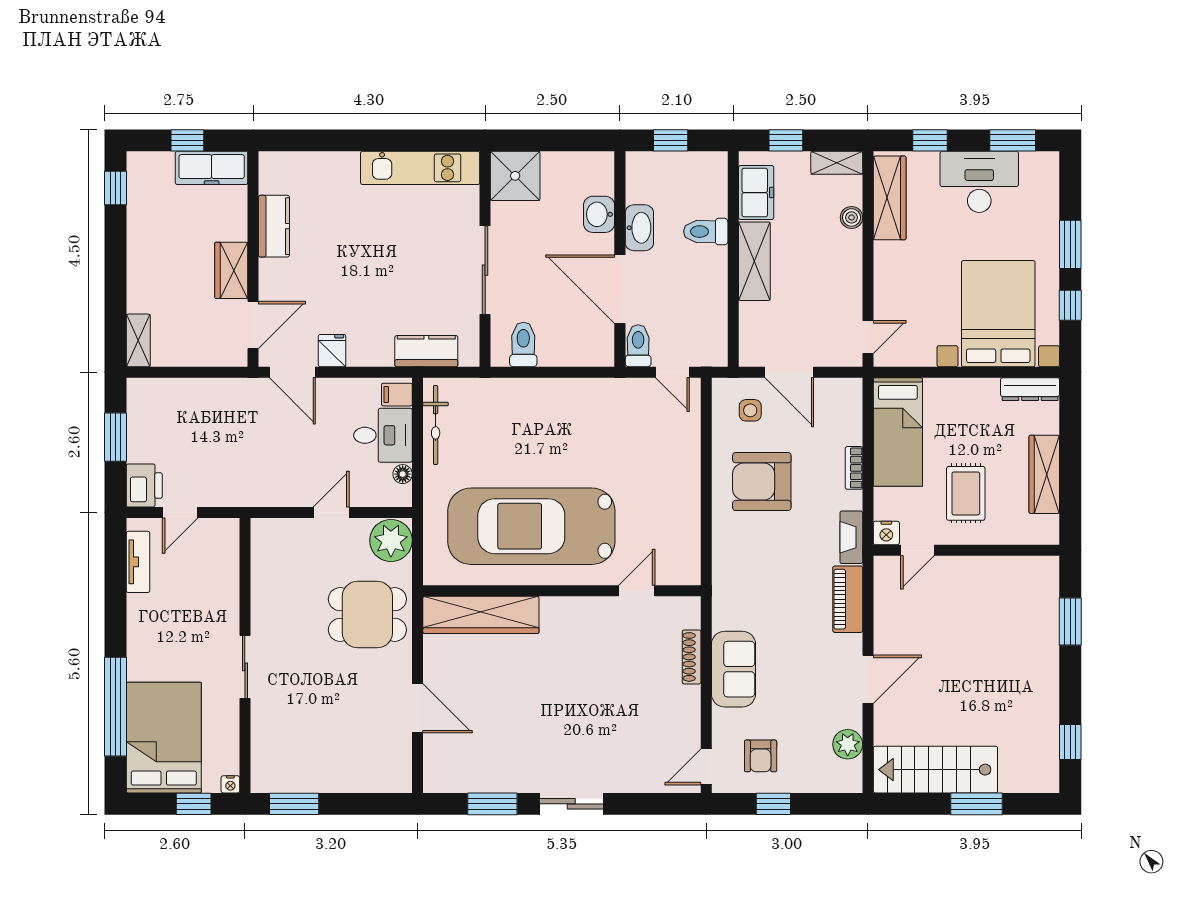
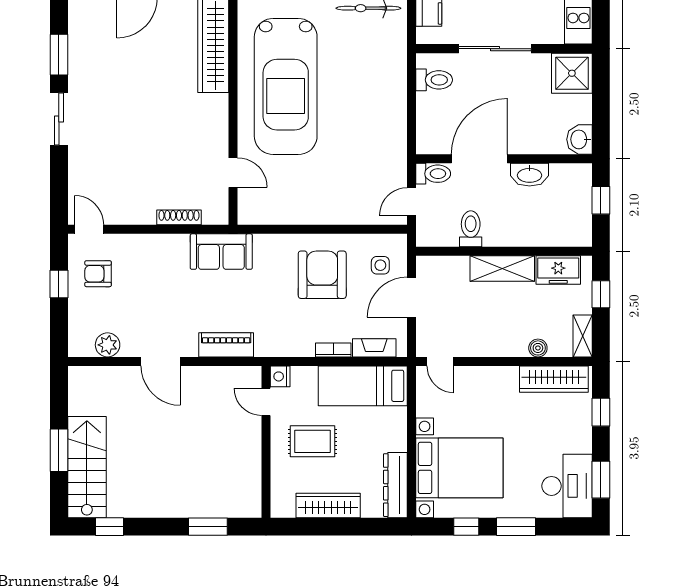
desk: (979, 182) -> (567, 486), moved
washbasin: (599, 214) -> (580, 139), moved, turned -90
toilet: (706, 232) -> (471, 229), moved
dresser: (1030, 389) -> (395, 485), width x1.37, depth x1.24
car: (531, 526) -> (286, 86), turned 180
fireplace: (851, 537) -> (374, 348), moved
sofa: (733, 669) -> (221, 252), moved
stairs: (935, 770) -> (87, 467), moved

